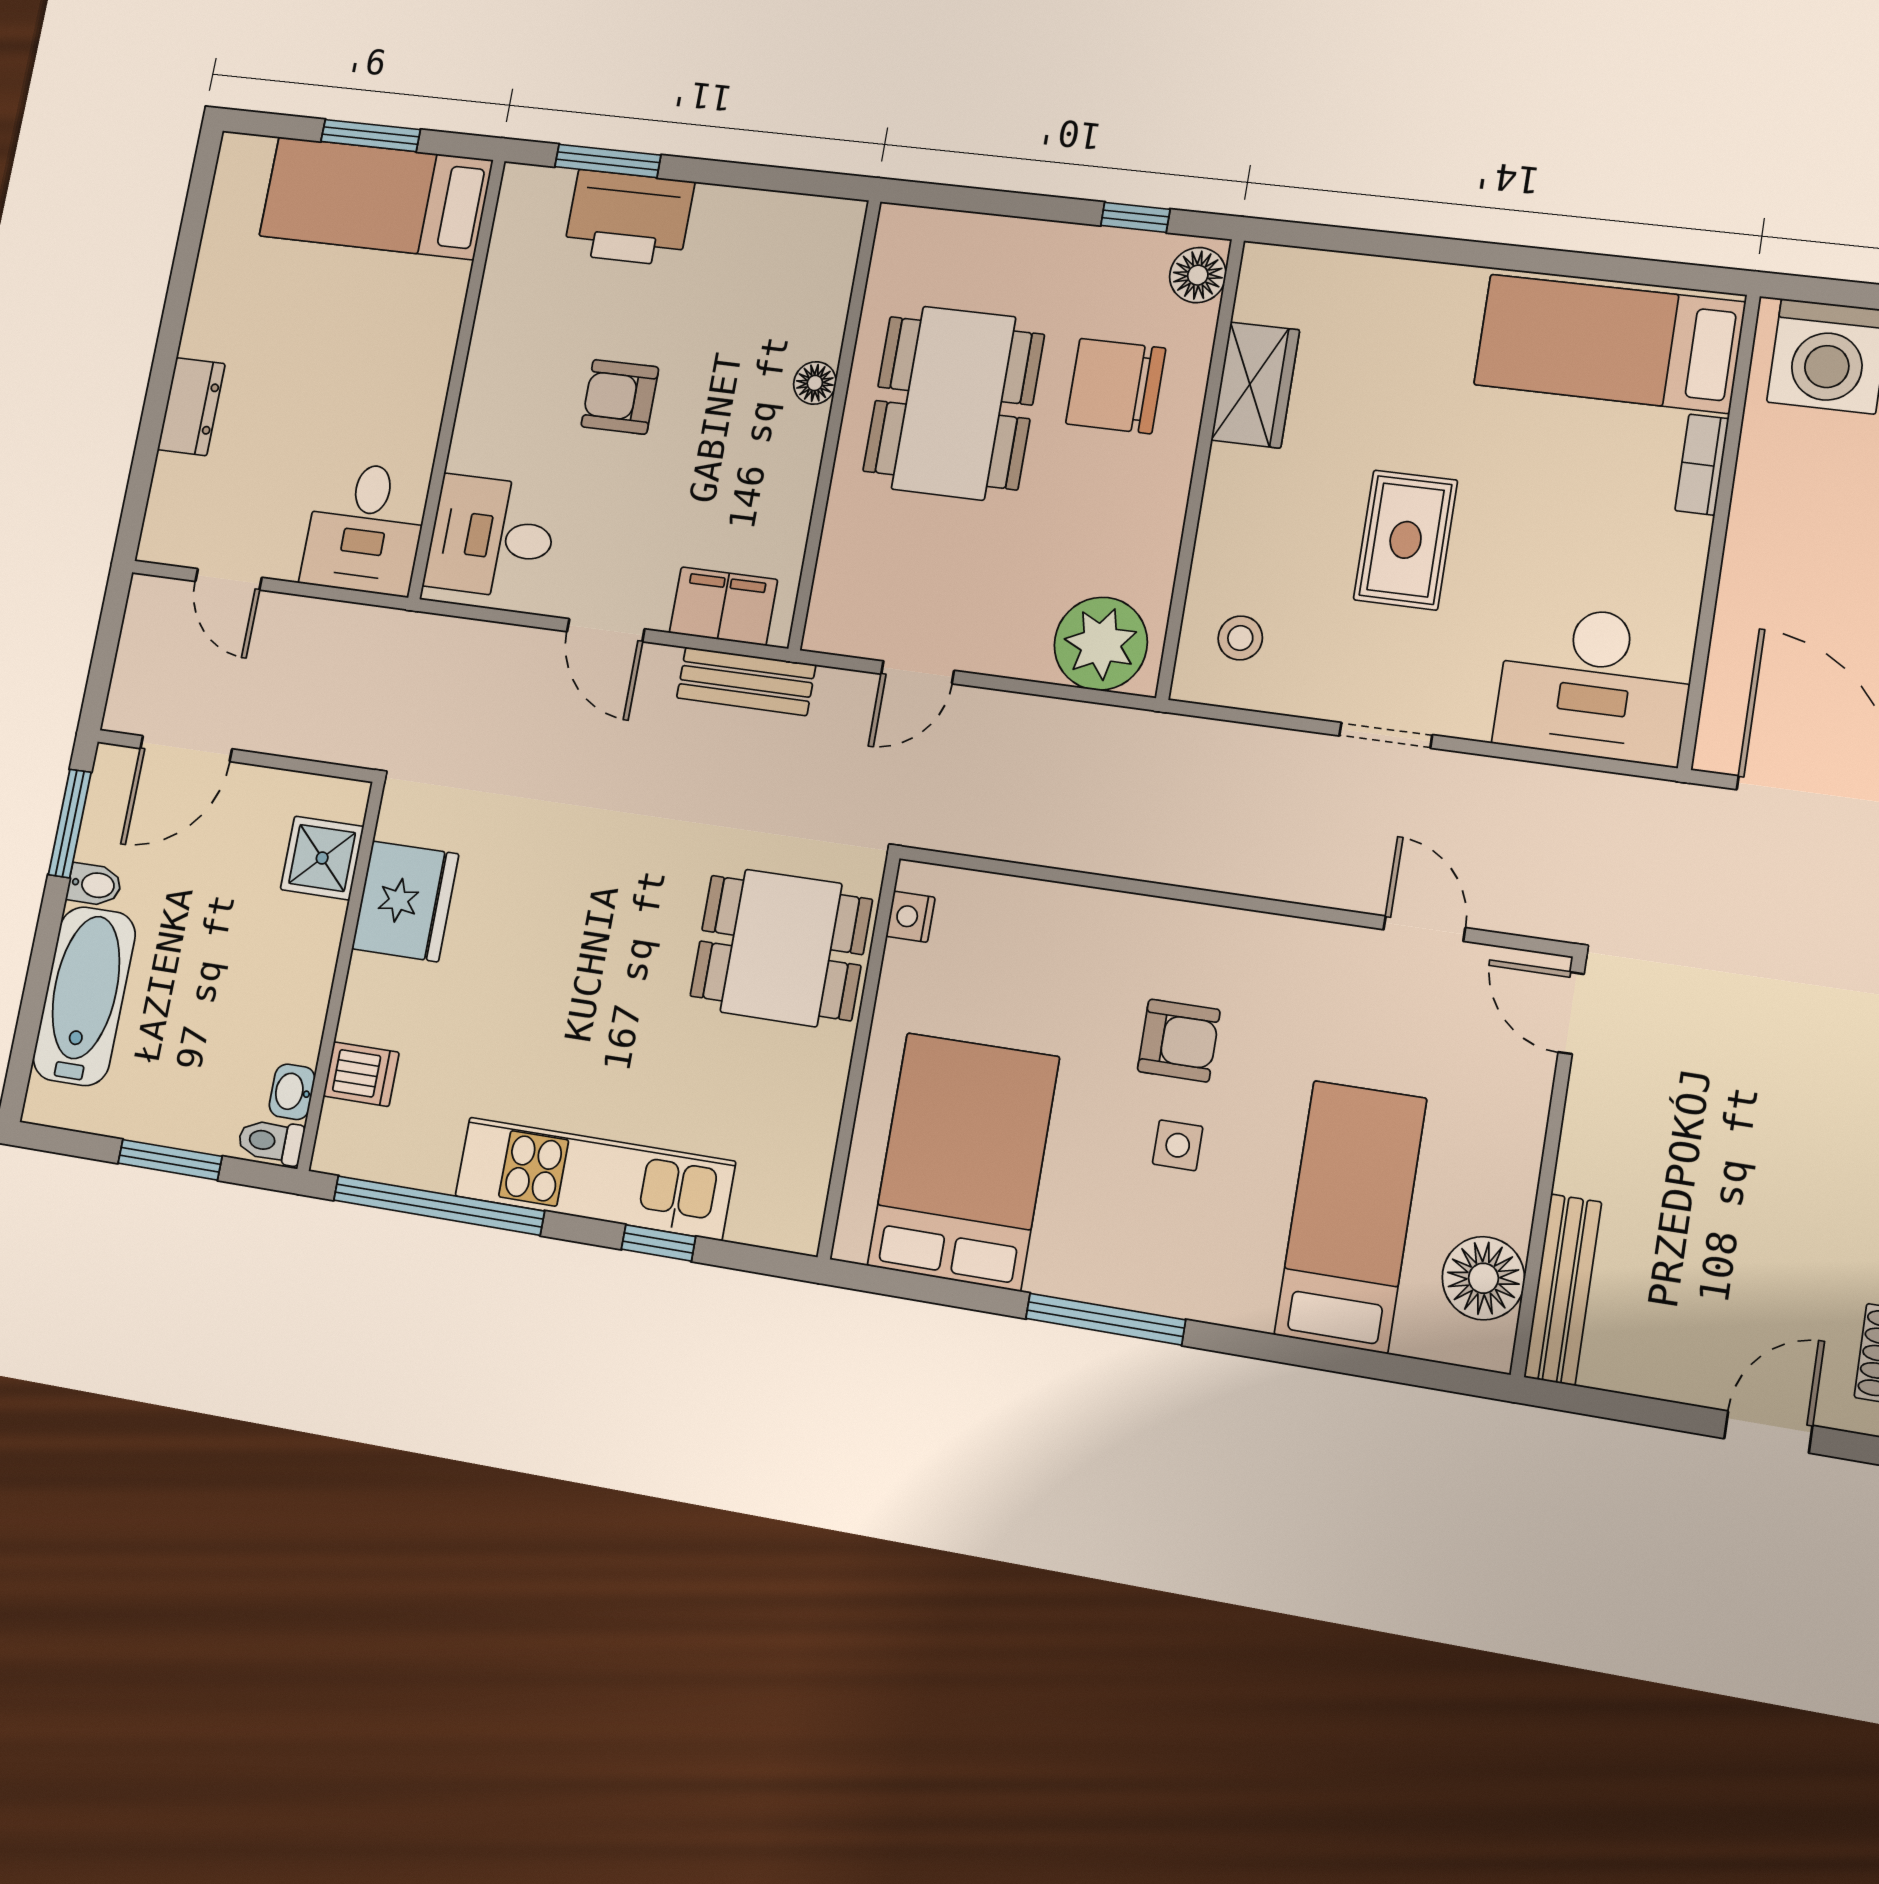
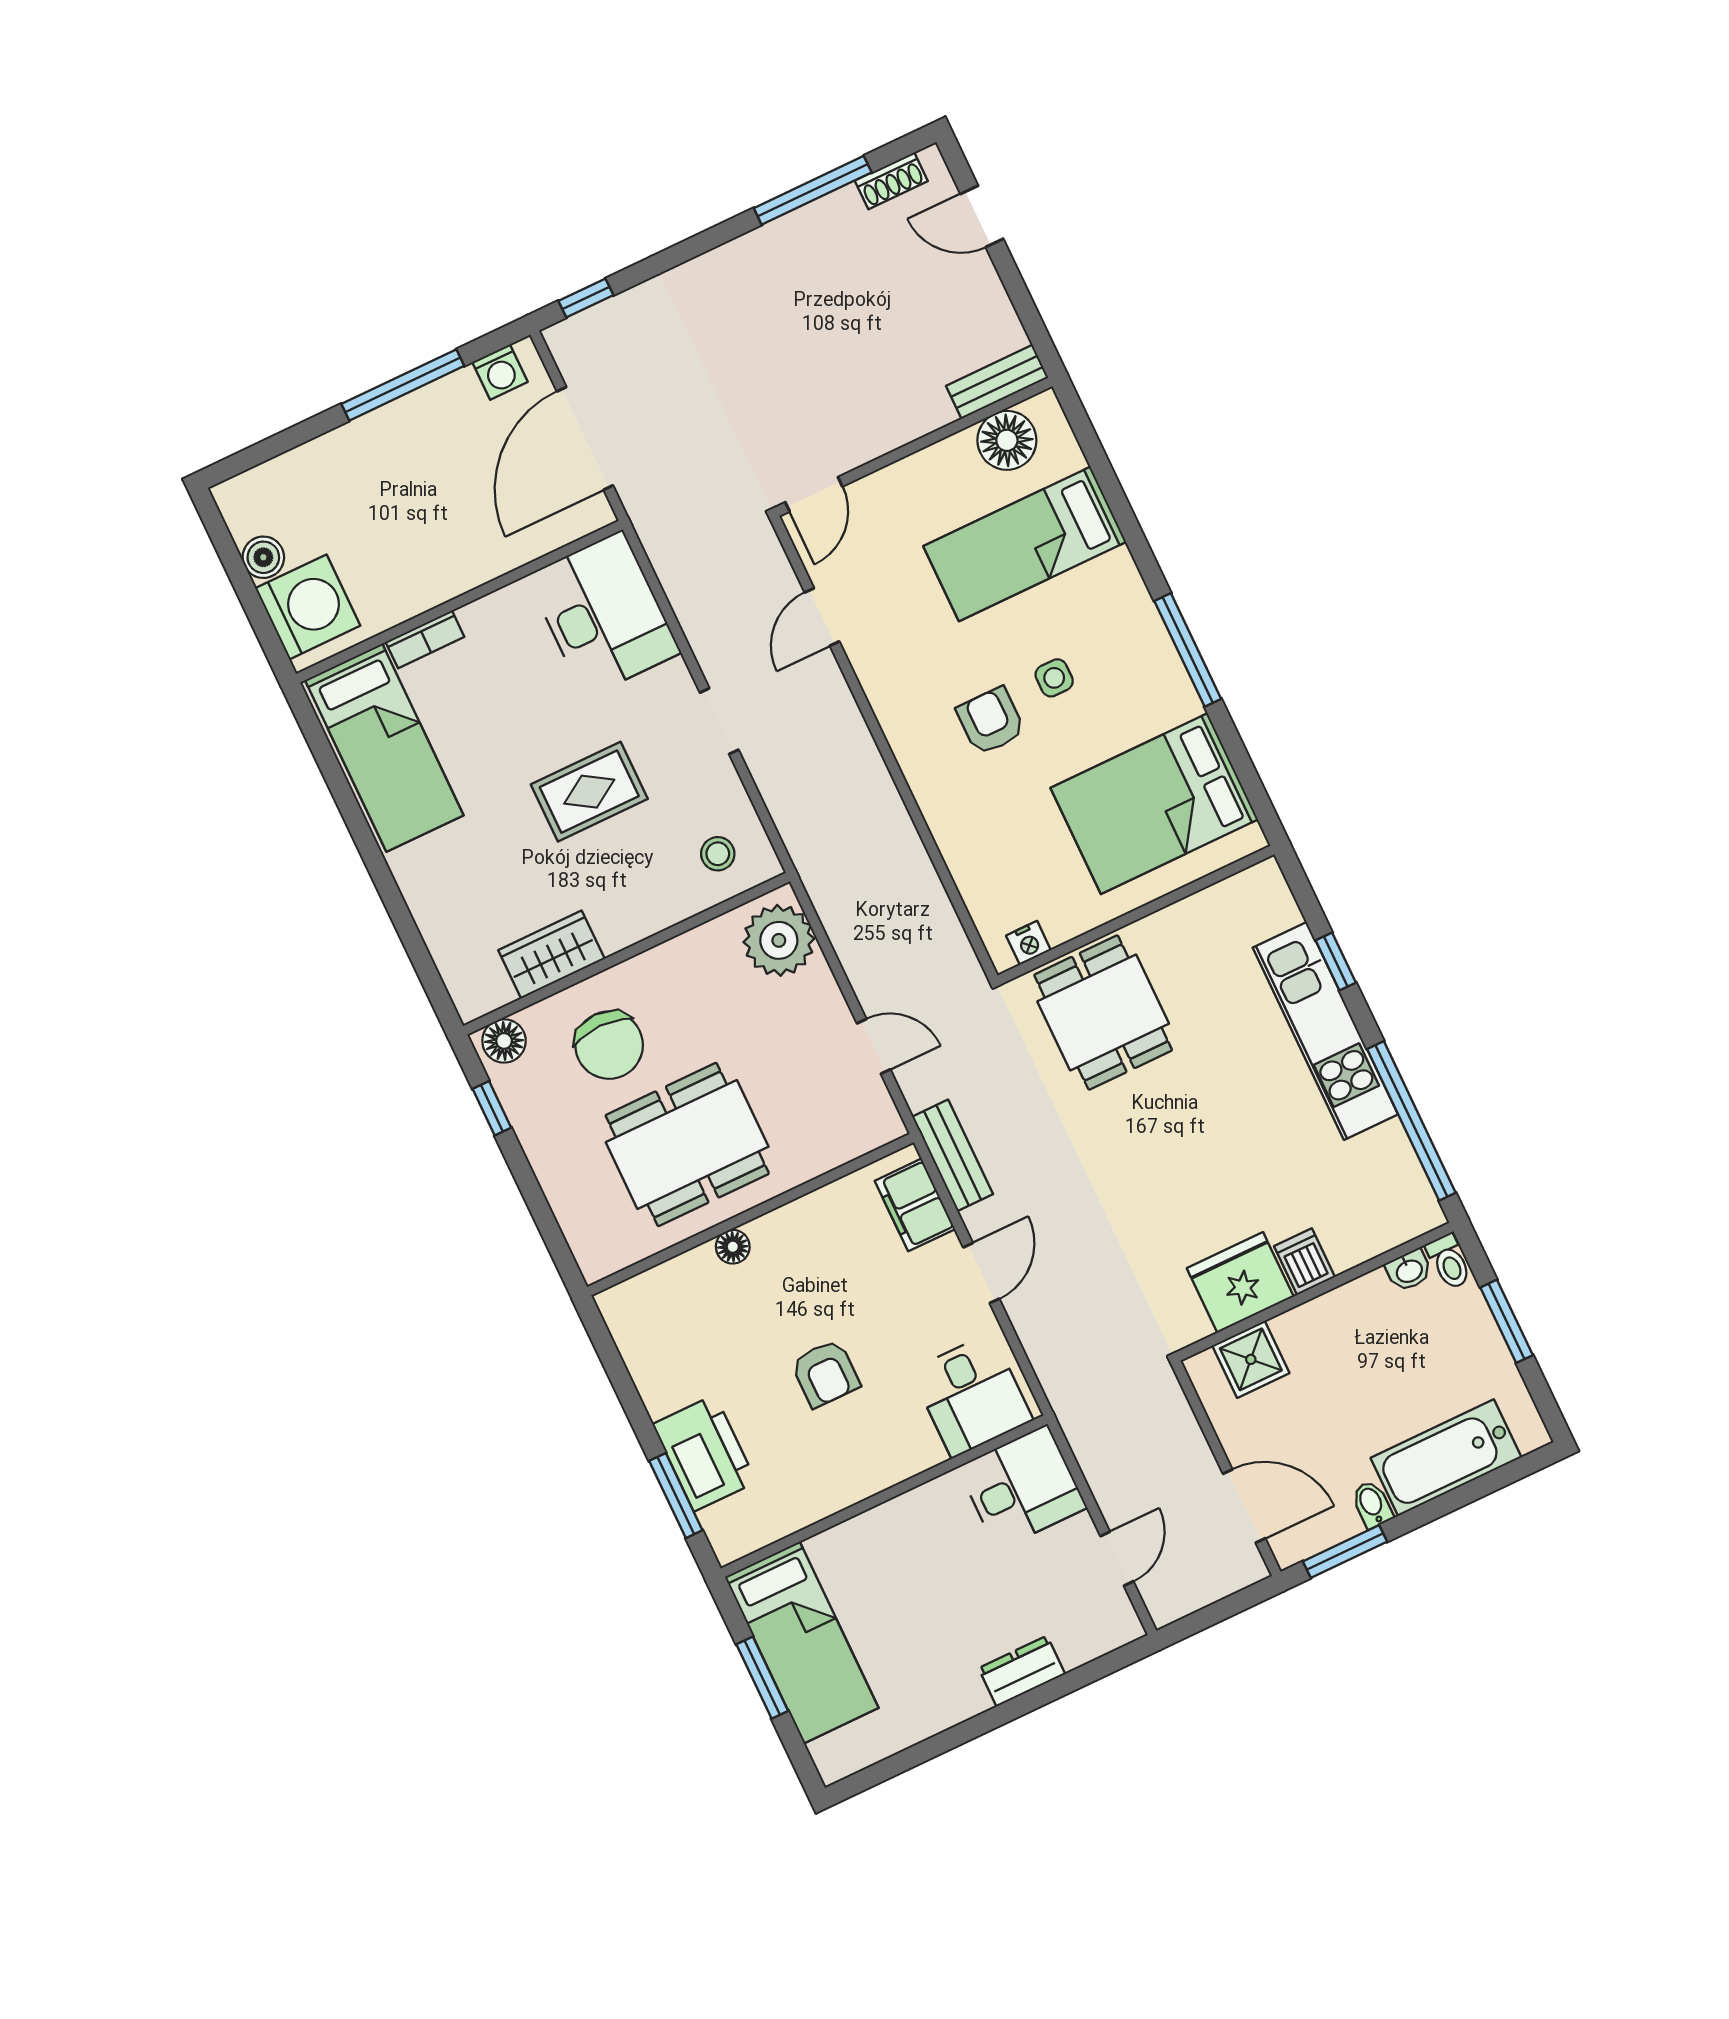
dishwasher: (361, 1074) -> (1304, 1262), moved
bench: (1563, 1289) -> (997, 382), width x0.73

